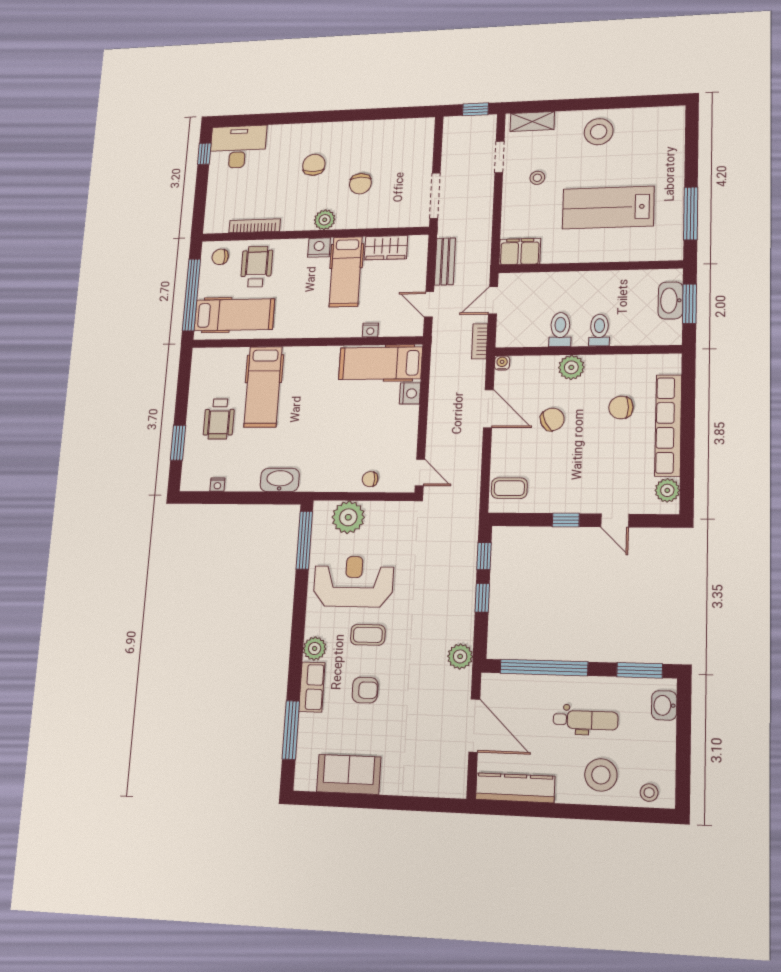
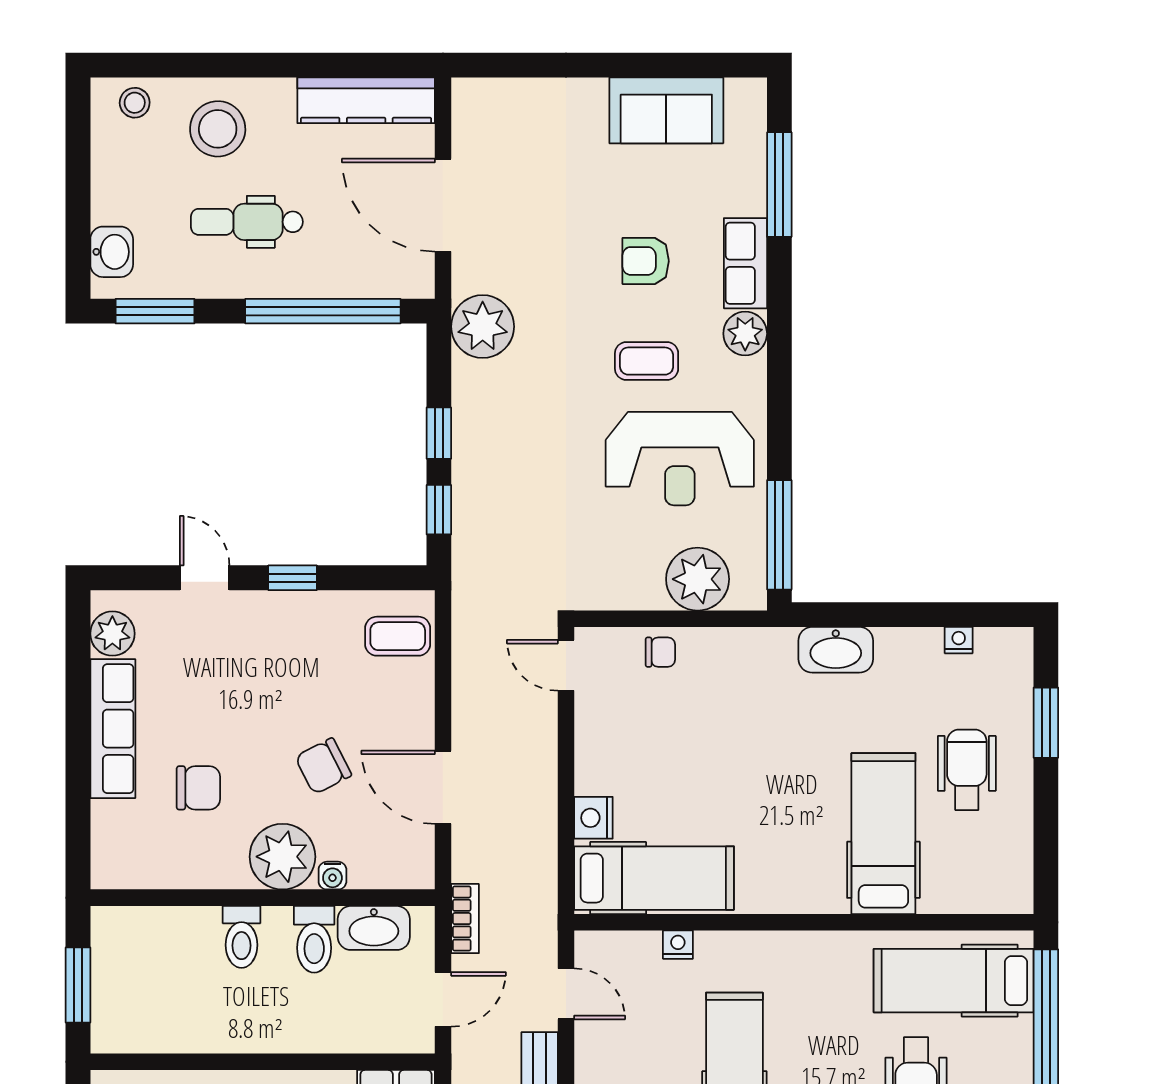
washbasin: (671, 300) -> (374, 928), moved, turned 90
water cooler: (502, 363) -> (332, 876), moved
plant: (571, 367) -> (282, 857), width x1.36, depth x1.36
row of seats: (668, 425) -> (113, 729), width x0.73
plant: (460, 656) -> (483, 327), width x1.36, depth x1.36

